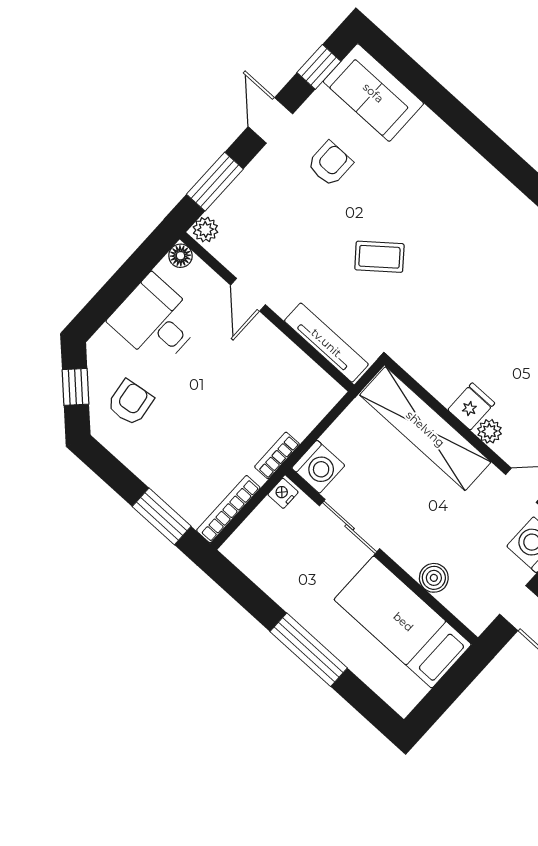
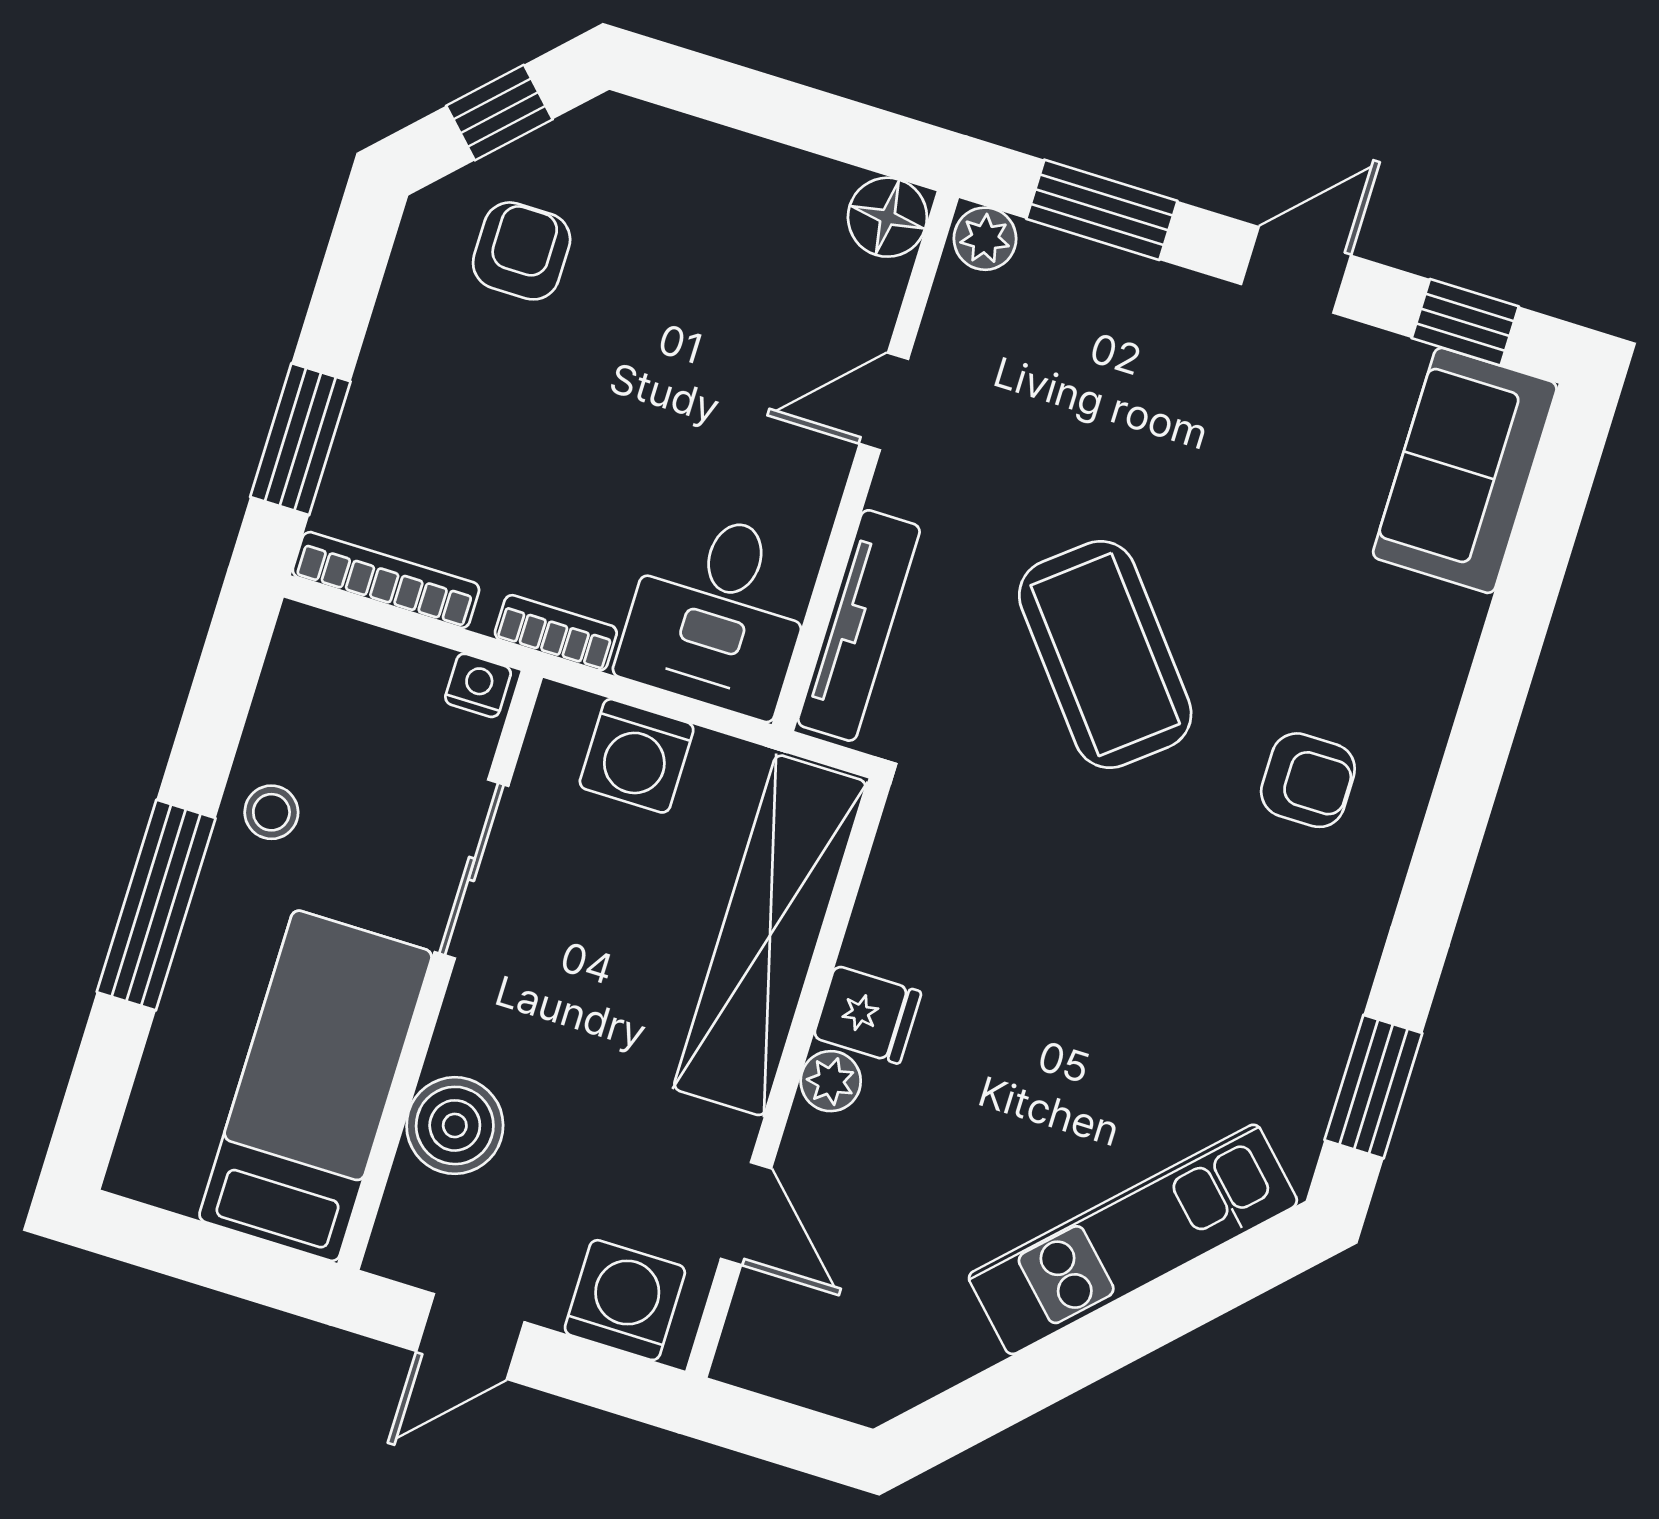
armchair: (330, 164) -> (1308, 780), moved
floor lamp: (180, 256) -> (887, 217), width x1.37, depth x1.37
coffee table: (379, 257) -> (1105, 655), width x1.86, depth x1.72
desk: (156, 321) -> (718, 612), moved, turned 180
armchair: (130, 403) -> (522, 251), turned -82
washing machine: (318, 467) -> (637, 756), moved
boiler: (434, 578) -> (455, 1125), width x1.36, depth x1.36
stool: (294, 591) -> (271, 812), added

